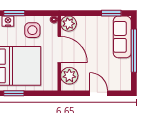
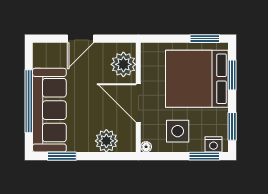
plant: (69, 24) -> (106, 141), moved
sofa: (122, 37) -> (49, 110), width x1.36, depth x1.27
door: (99, 93) -> (80, 39), hinge flipped

